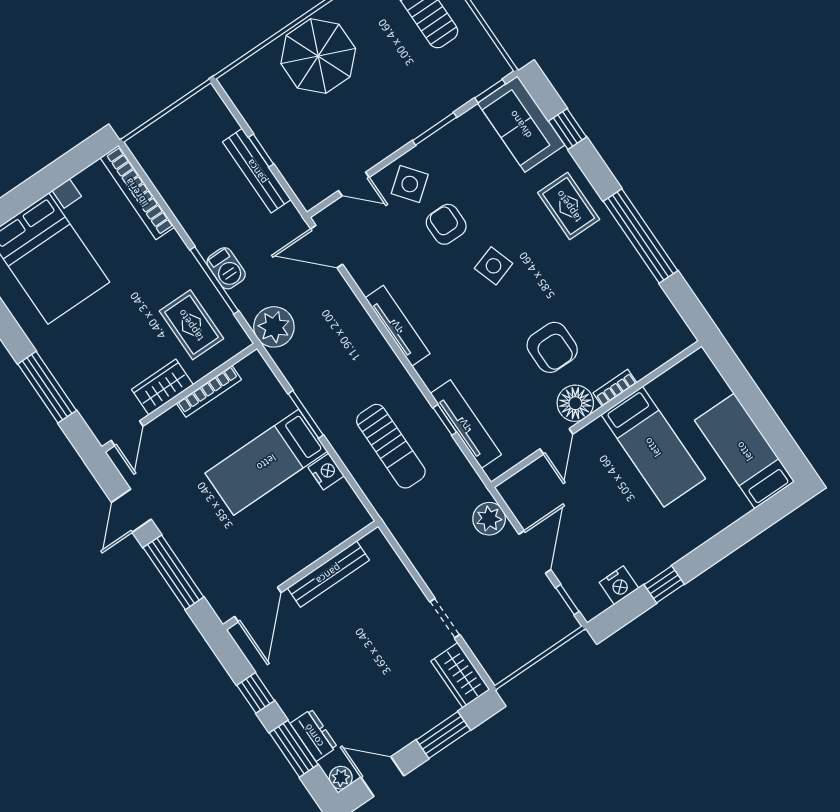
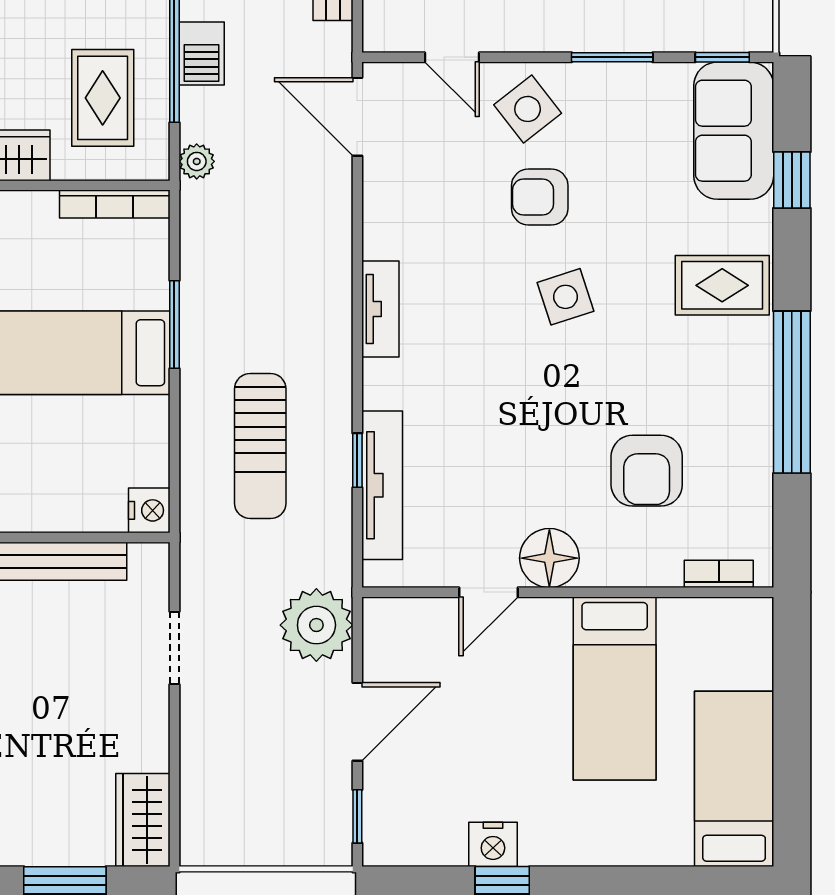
rug: (569, 206) -> (722, 285), turned 90
armchair: (446, 224) -> (540, 197), turned -90
tv unit: (398, 326) -> (380, 309), width x0.71
plant: (274, 327) -> (197, 161), width x0.53, depth x0.53
armchair: (552, 347) -> (647, 471), moved
bookcase: (615, 388) -> (719, 574), moved
bookcase: (209, 391) -> (115, 204), moved
nightstand: (326, 472) -> (149, 510), moved
plant: (489, 519) -> (316, 625), width x1.36, depth x1.36
nightstand: (619, 585) -> (493, 844), moved
doorway: (445, 618) -> (174, 648), moved

